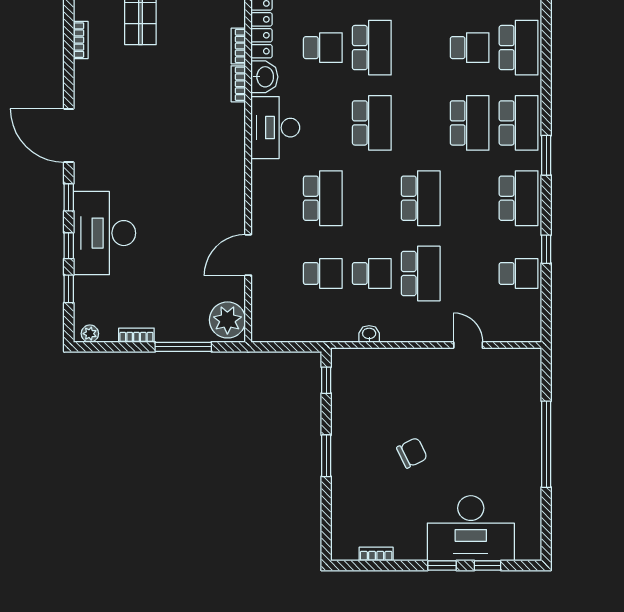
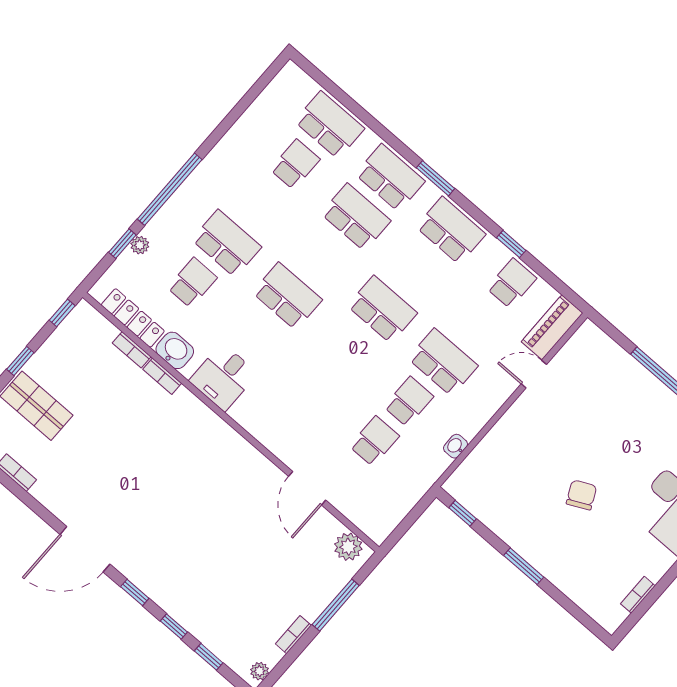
desk: (275, 128) -> (223, 377), width x0.73
school desk: (323, 198) -> (314, 388), removed
desk: (104, 233) -> (189, 589), removed
plant: (227, 320) -> (348, 547), width x0.73, depth x0.73
piano: (512, 329) -> (552, 327), added

